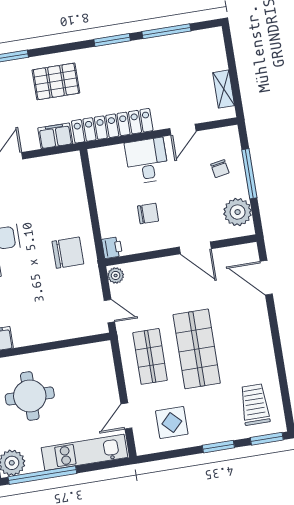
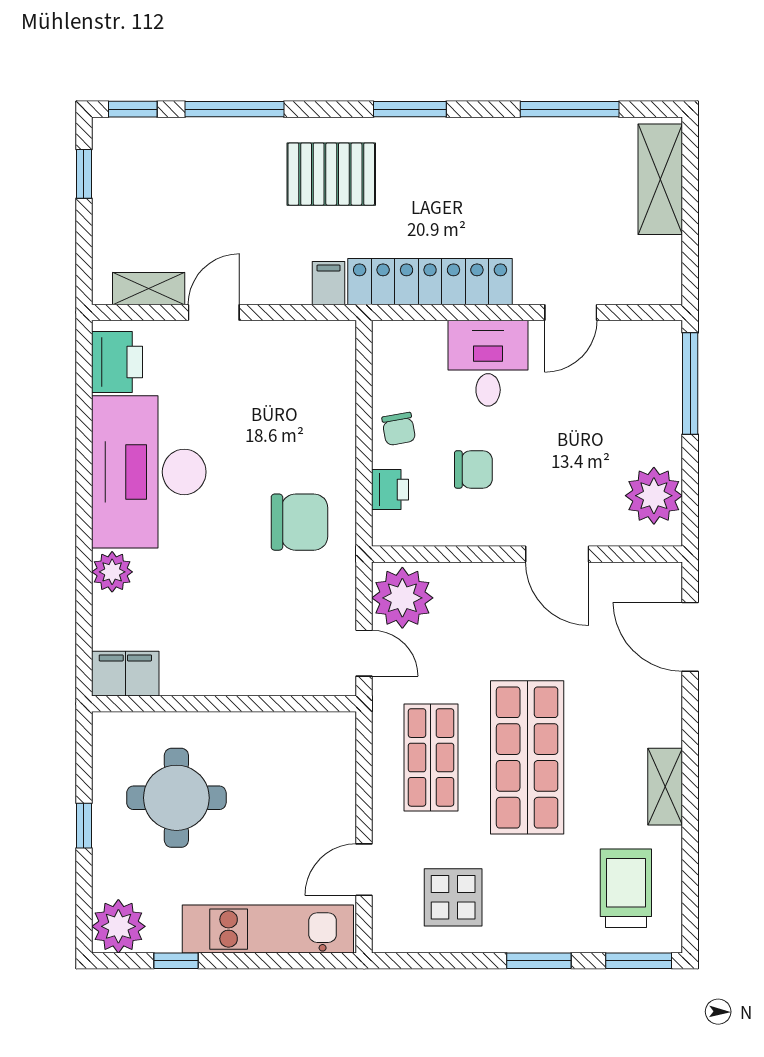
window: (112, 40) -> (410, 109), moved
shelving: (224, 89) -> (660, 179), moved, width x1.50, depth x1.33
filing cabinet: (55, 136) -> (329, 283), width x0.50
chair: (220, 169) -> (399, 429), moved
window: (249, 174) -> (690, 384), moved
printer: (112, 248) -> (390, 490), moved
plant: (116, 275) -> (402, 598), width x1.88, depth x1.88
shelving: (266, 352) -> (665, 787), added
window: (42, 475) -> (176, 961), width x0.32

